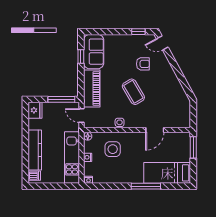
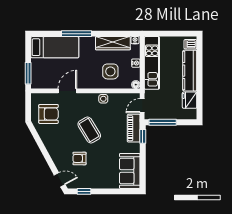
window: (81, 56) -> (143, 136), moved
piano: (92, 88) -> (134, 128), width x0.73, depth x0.75
armchair: (173, 108) -> (49, 114), added
fridge: (35, 110) -> (190, 100), moved
door: (81, 116) -> (142, 106), swing flipped
wardrobe: (110, 177) -> (113, 43), added

